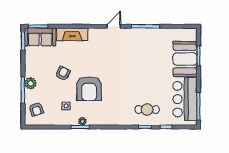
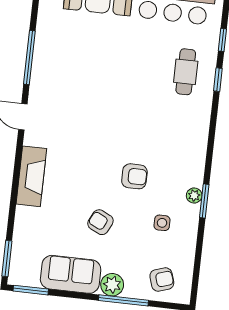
fireplace: (72, 34) -> (31, 176), moved
sofa: (40, 37) -> (71, 274), moved, turned -90
armchair: (89, 89) -> (134, 176), width x0.53, depth x0.53

